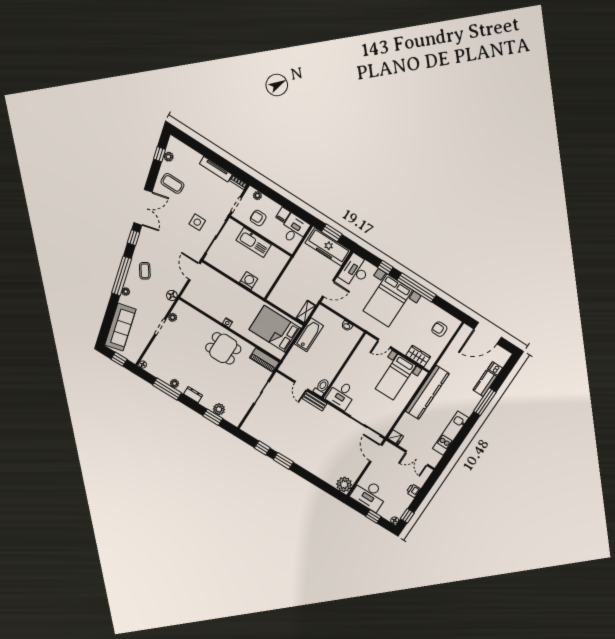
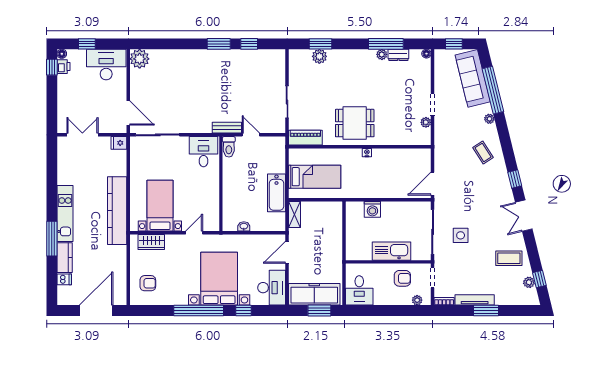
window: (212, 156) -> (486, 311), added
double door: (143, 207) -> (524, 216), width x0.73
filing cabinet: (283, 215) -> (380, 298), removed
door: (195, 272) -> (433, 184), swing flipped
window: (122, 276) -> (493, 90), moved
floor lamp: (172, 295) -> (440, 145), removed
bed: (275, 329) -> (315, 177), width x0.67
dresser: (193, 395) -> (398, 55), moved
kitchen unit: (451, 433) -> (65, 213), moved
printer: (413, 491) -> (63, 67), moved

